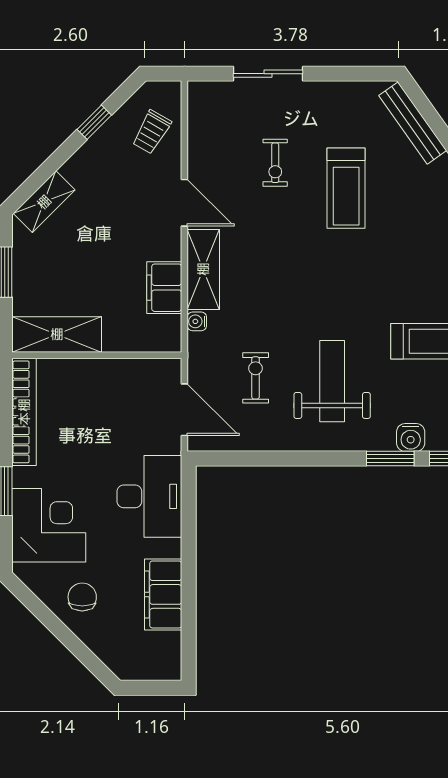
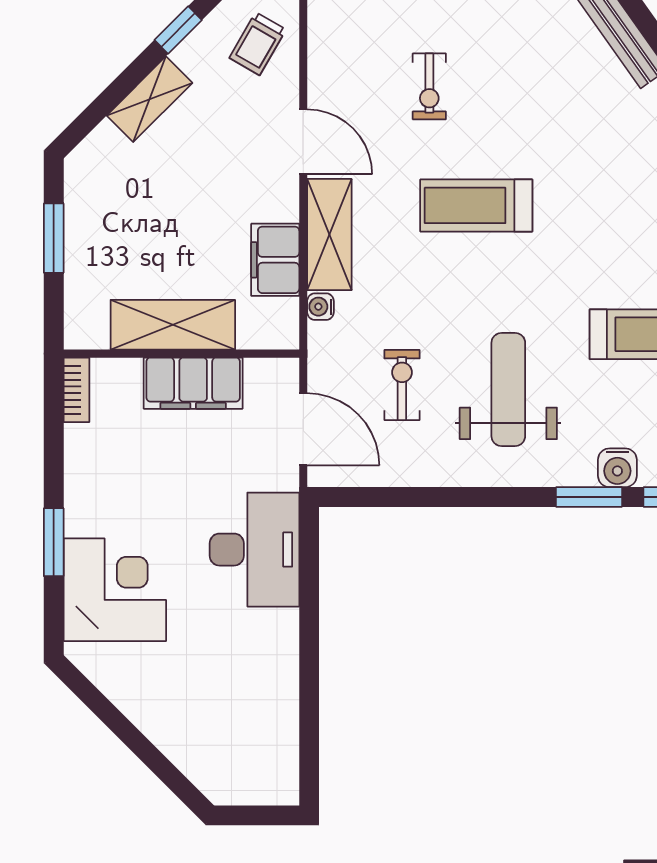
treadmill: (346, 188) -> (476, 205), moved, turned 90
shelving: (44, 202) -> (150, 99), moved
shelving: (57, 334) -> (173, 325), moved
bookcase: (24, 412) -> (76, 390), width x0.43, depth x0.76
filing cabinet: (163, 594) -> (193, 383), moved, turned -90
chair: (82, 597) -> (161, 689), removed

